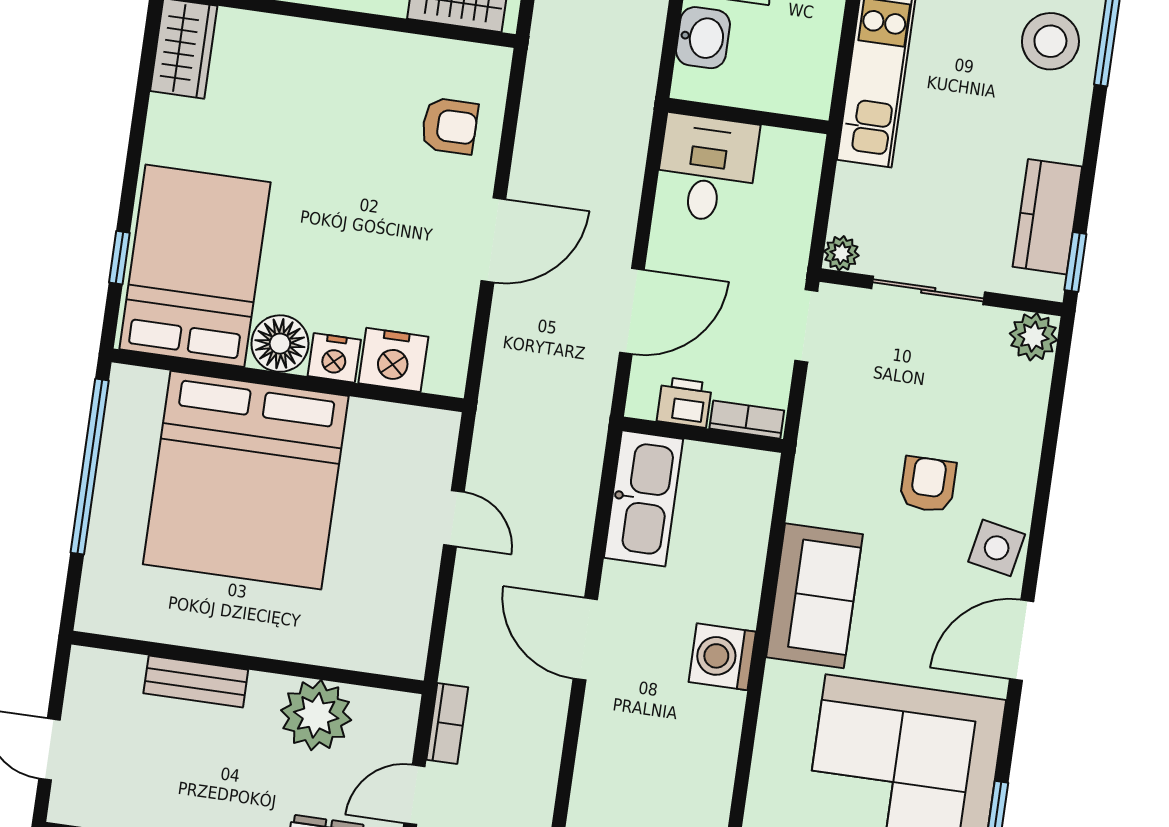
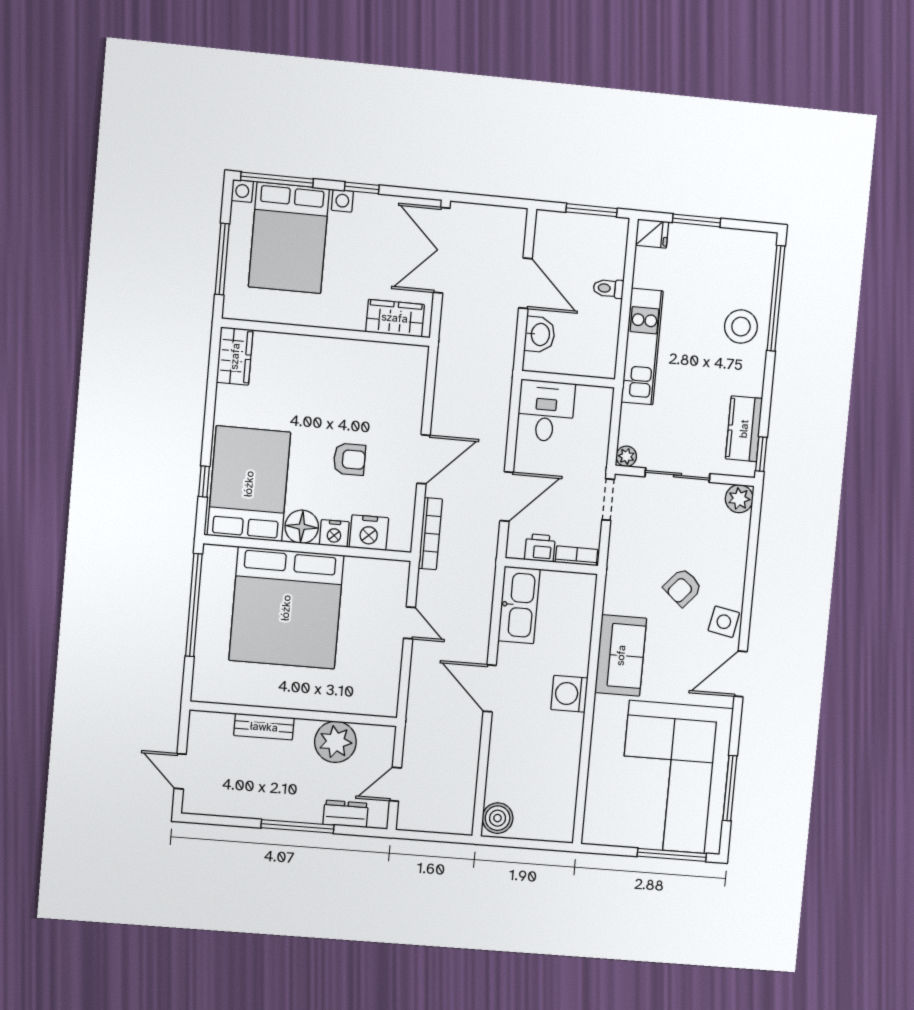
armchair: (450, 126) -> (349, 459), moved
armchair: (928, 484) -> (683, 587), turned -139
bookcase: (447, 723) -> (430, 534), moved, width x1.56

